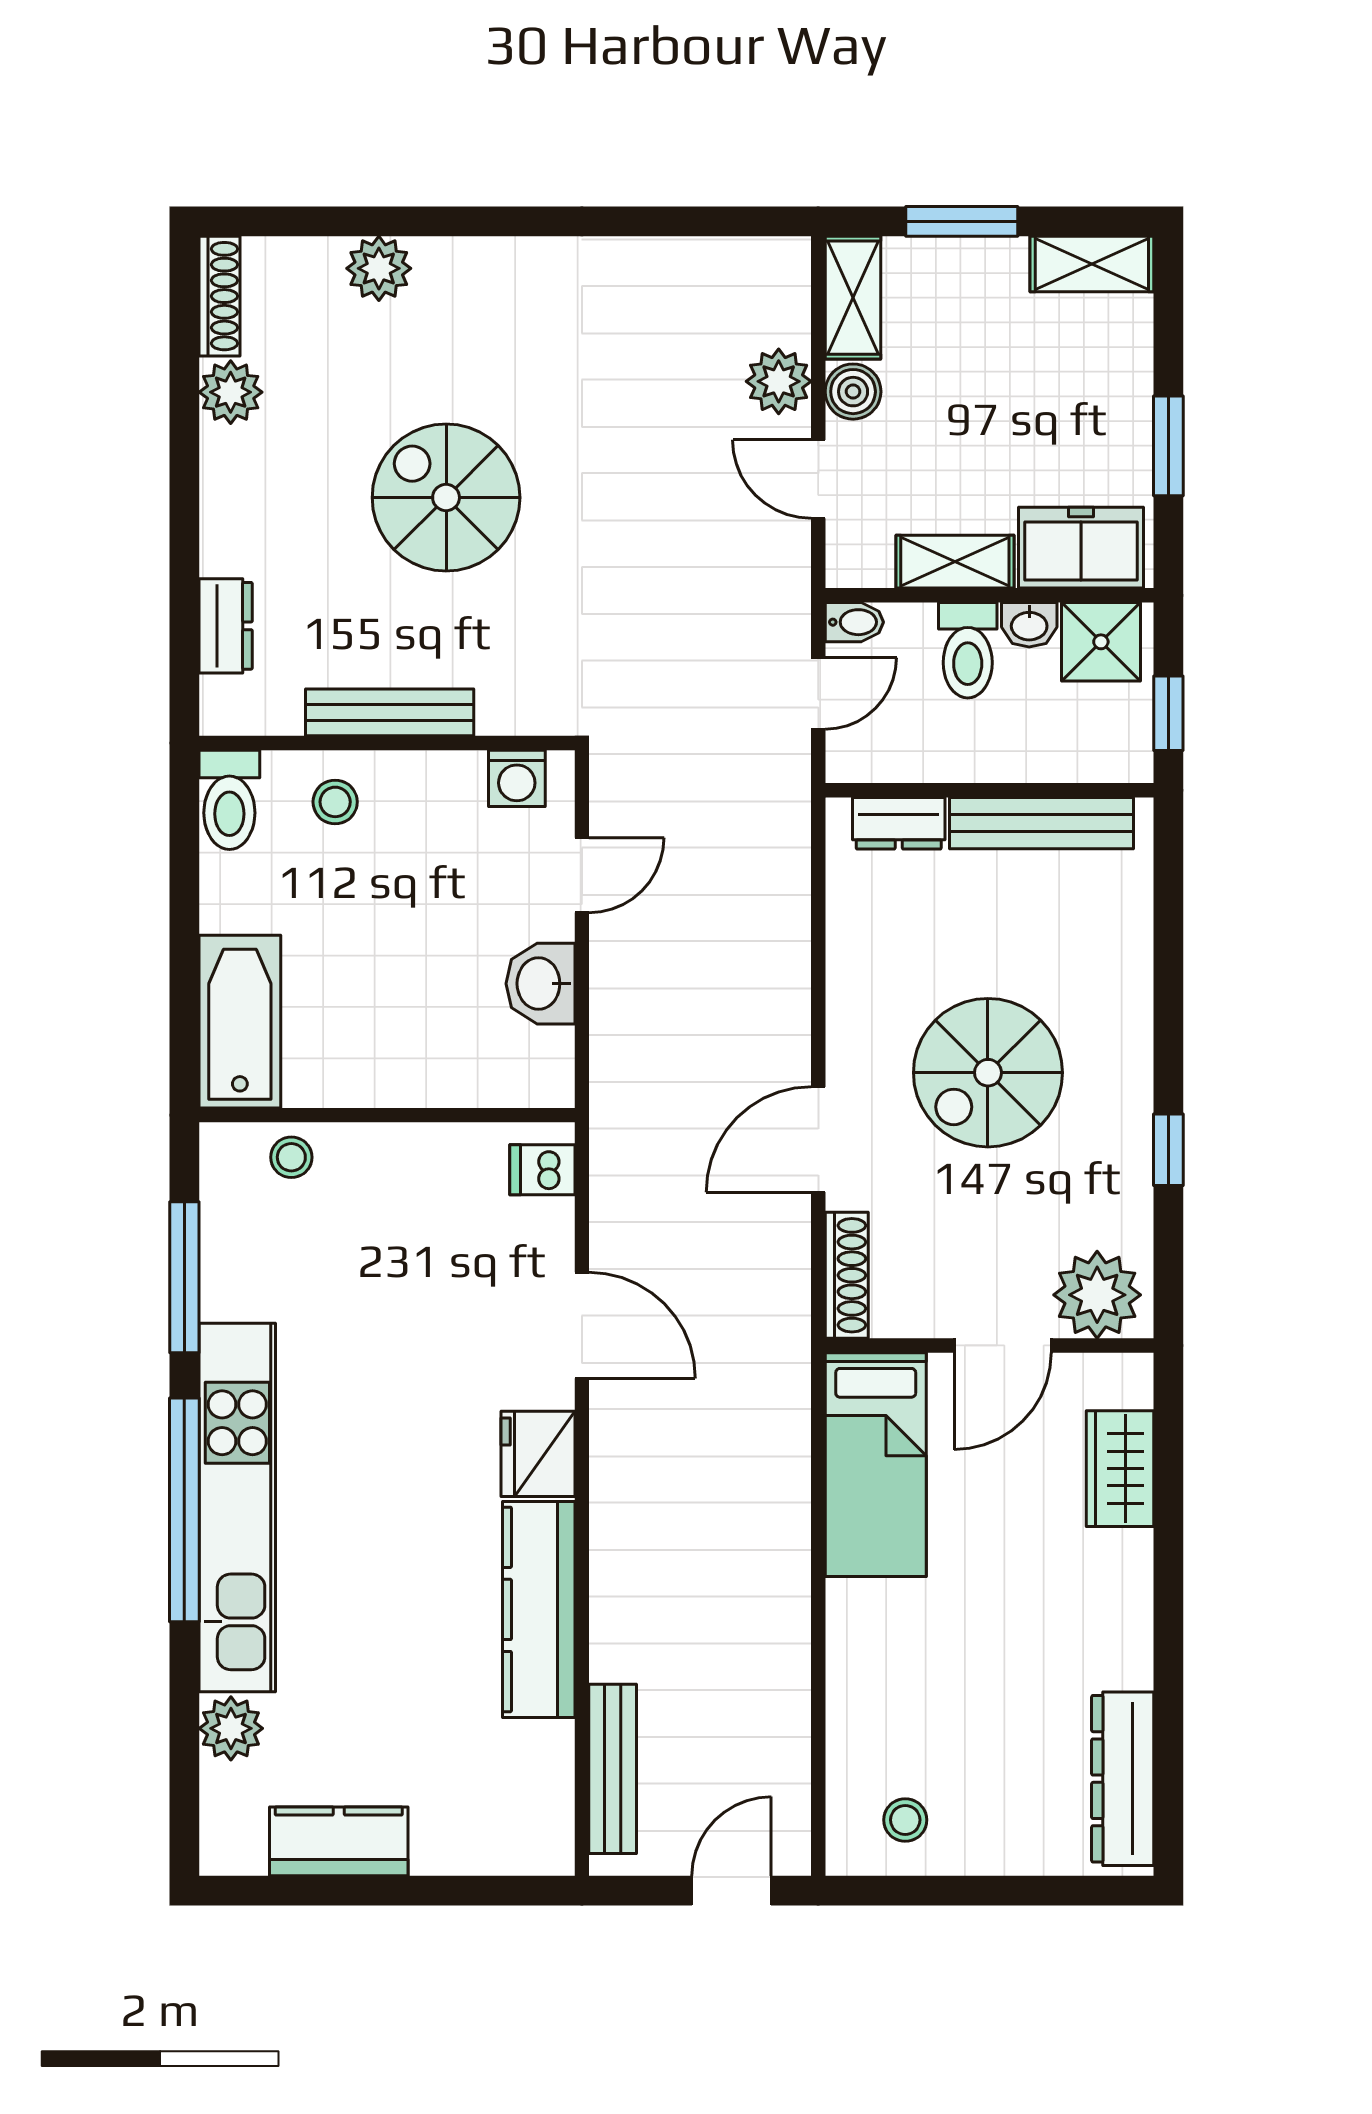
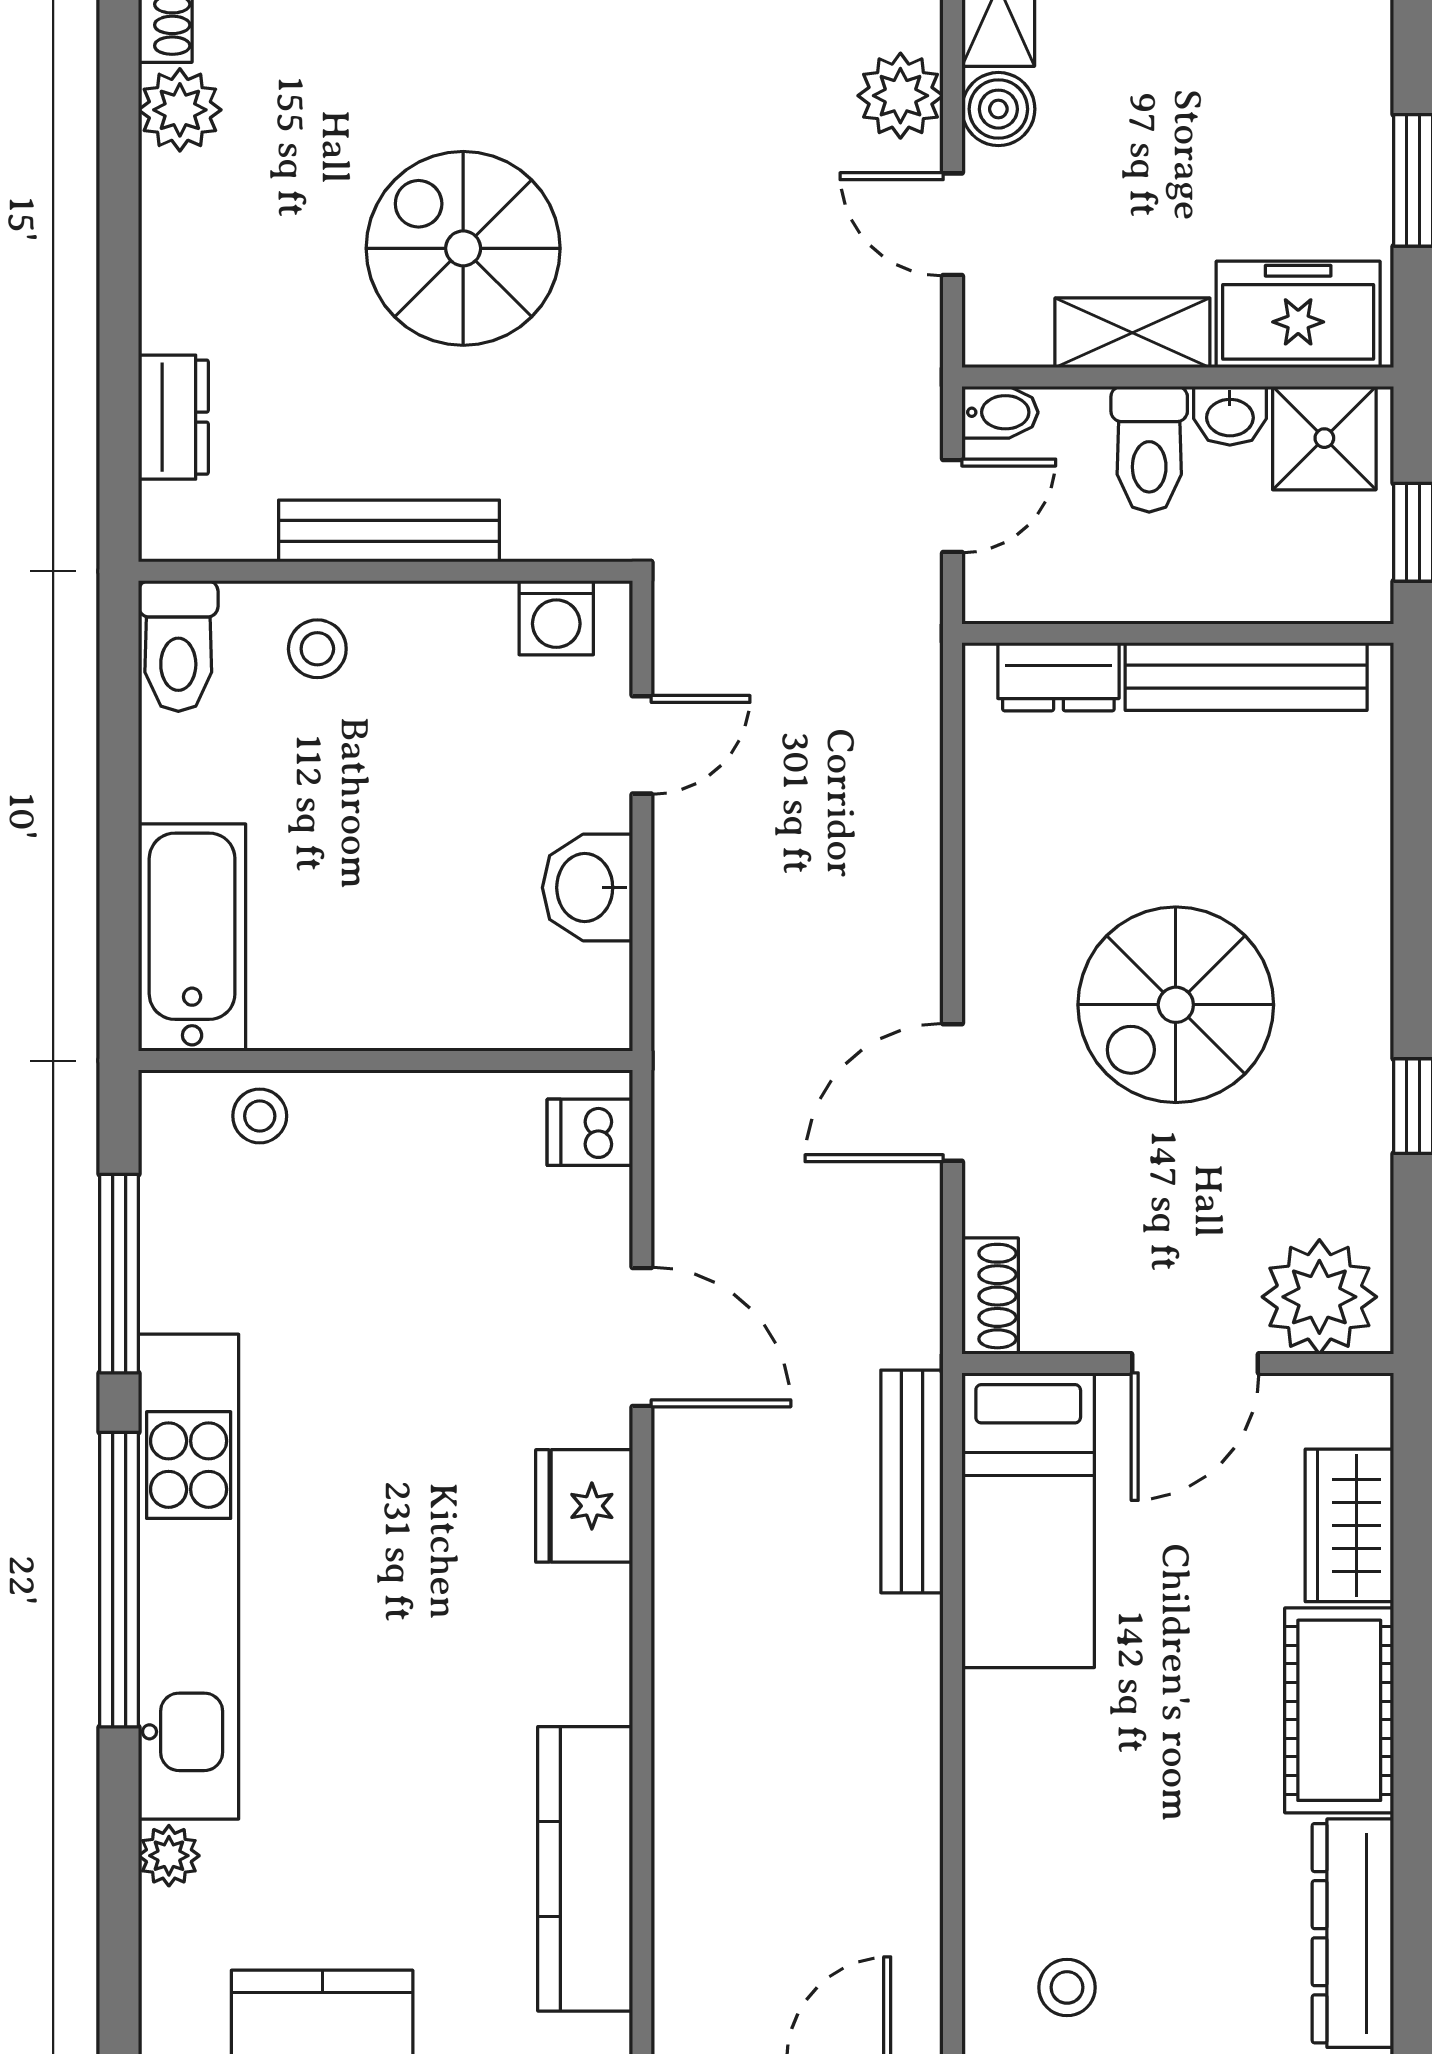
shoe rack: (847, 1275) -> (990, 1296), width x0.70
kitchen counter: (539, 1609) -> (585, 1869), moved
cot: (1112, 1609) -> (1339, 1710), added
plant: (231, 1728) -> (169, 1856), width x0.73, depth x0.73
bench: (613, 1769) -> (912, 1481), moved

